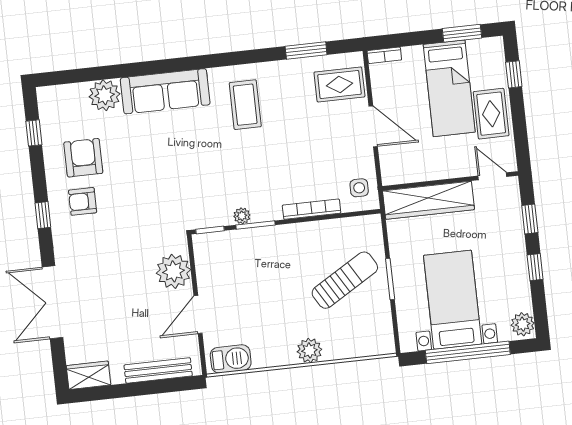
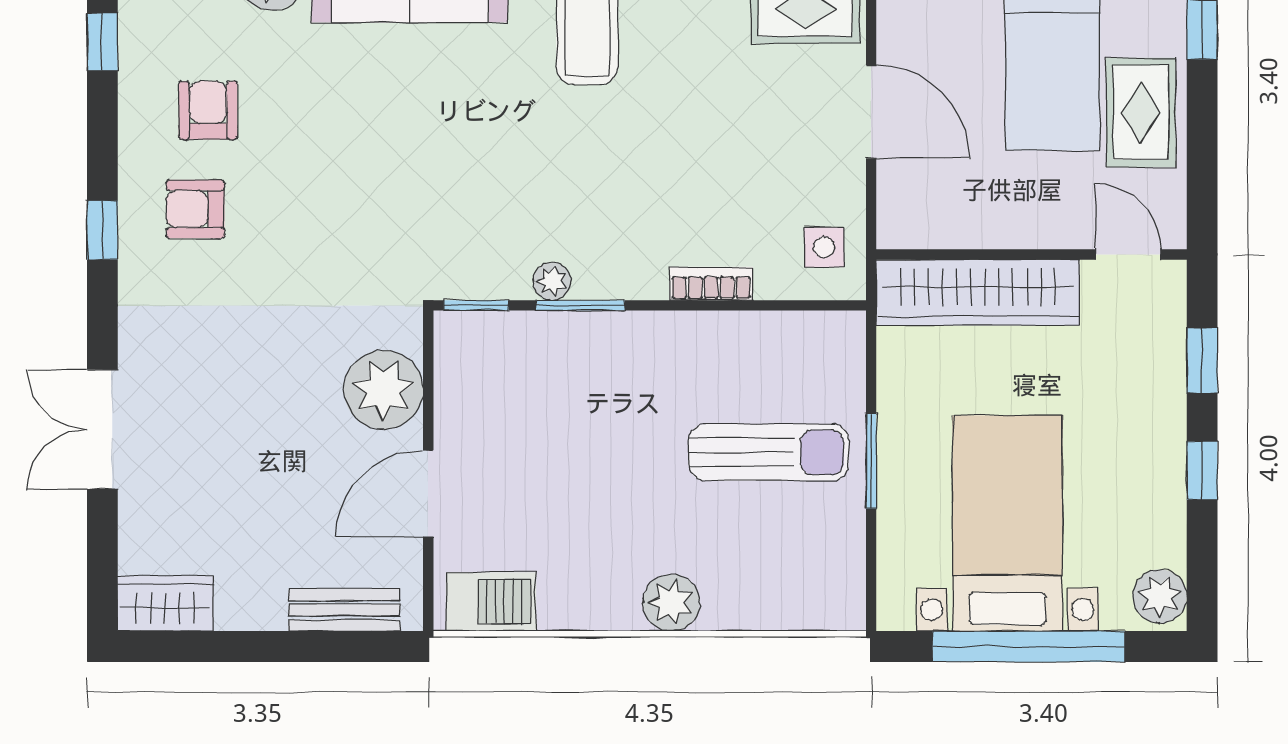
armchair: (83, 158) -> (208, 110), width x0.72, depth x0.72
bookcase: (312, 209) -> (711, 284), width x0.64
sun lounger: (345, 280) -> (769, 452), turned 31
double door: (53, 302) -> (102, 429), width x0.73
bench: (158, 370) -> (344, 610), width x0.73

